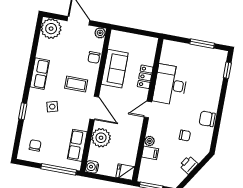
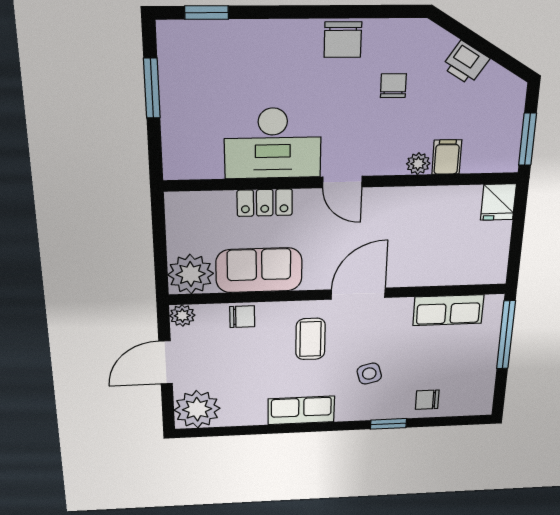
plant: (101, 138) -> (191, 274), moved
chair: (35, 145) -> (427, 400), moved
water cooler: (92, 167) -> (494, 272), removed

